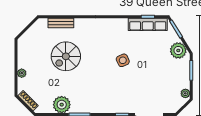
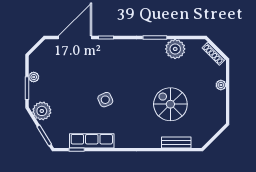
row of seats: (148, 24) -> (92, 141), moved
spiral stairs: (66, 56) -> (170, 104), turned -90
plant: (185, 93) -> (34, 77), moved

